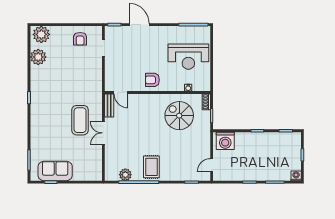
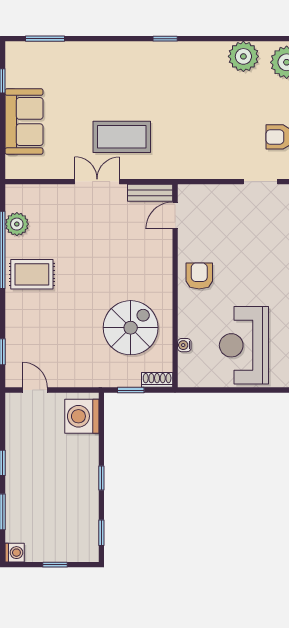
sofa: (55, 171) -> (24, 122), moved

